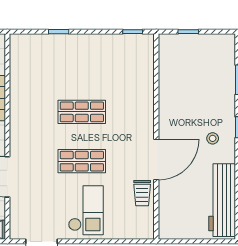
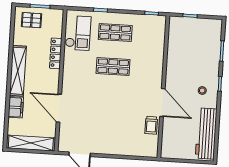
door: (156, 159) -> (162, 103), hinge flipped
shop shelf: (82, 161) -> (115, 32), moved
checkout: (86, 210) -> (78, 33), moved

